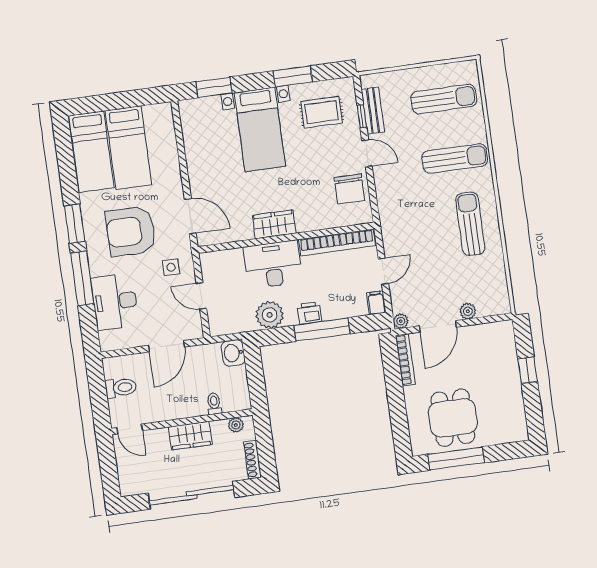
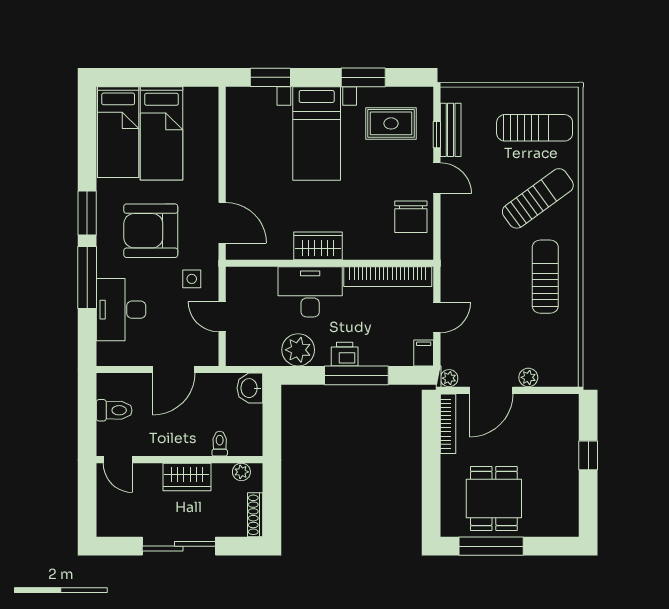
sun lounger: (455, 158) -> (538, 198), turned -36
sliding door: (192, 495) -> (179, 546), width x0.73

